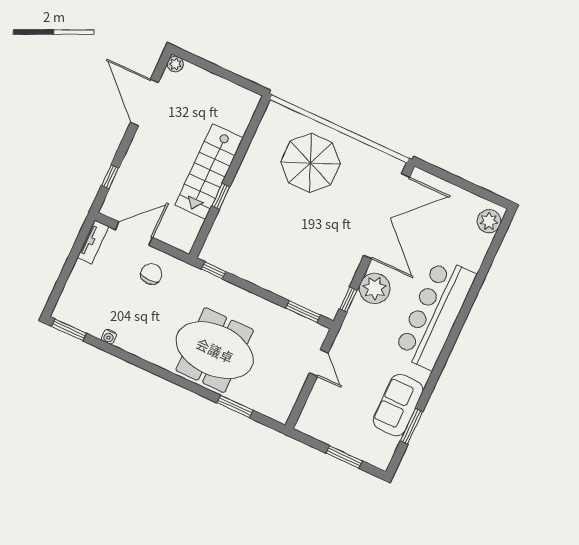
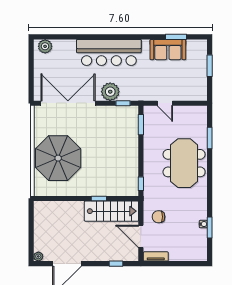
parasol: (310, 163) -> (58, 158), width x1.36, depth x1.36
stairs: (209, 172) -> (111, 211), moved
window: (69, 330) -> (210, 227), moved
door: (319, 363) -> (165, 103), swing flipped

